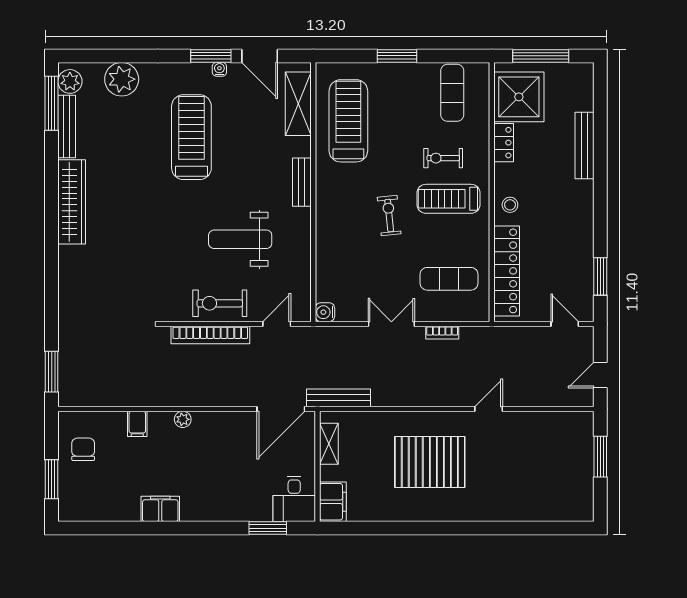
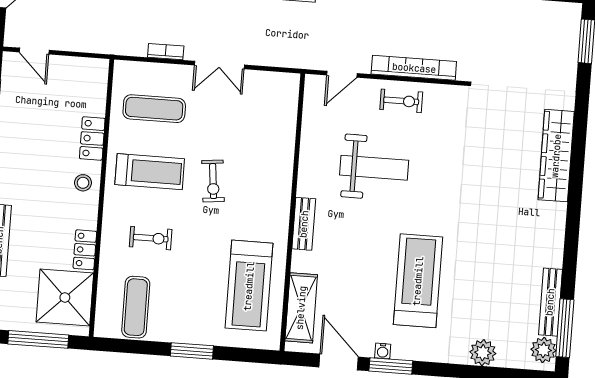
plant: (122, 79) -> (483, 353), width x0.73, depth x0.73
treadmill: (191, 137) -> (418, 281), turned 180
treadmill: (449, 199) -> (150, 172), moved
wardrobe: (72, 202) -> (556, 156), moved
locker: (507, 271) -> (92, 138), width x0.46, depth x0.83
exercise bike: (220, 303) -> (401, 101), width x0.73, depth x0.72
water cooler: (325, 312) -> (289, 83), removed

